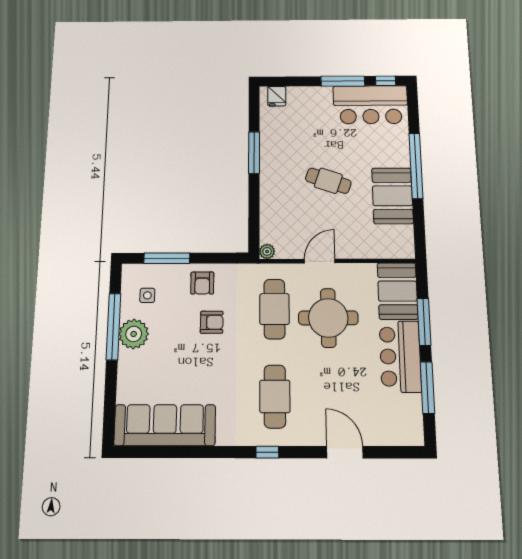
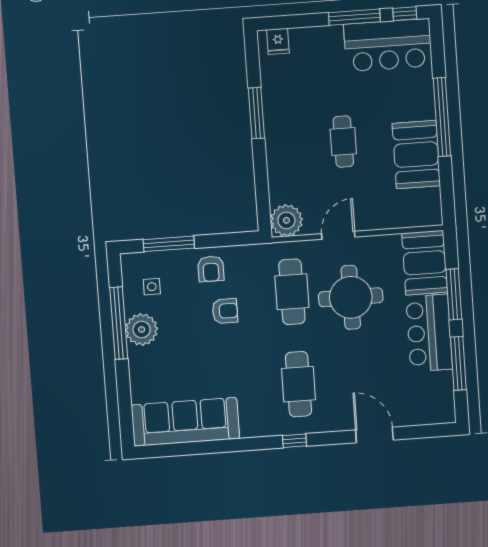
cafe table: (328, 181) -> (343, 142), turned 71
plant: (267, 251) -> (286, 220), width x1.88, depth x1.88

